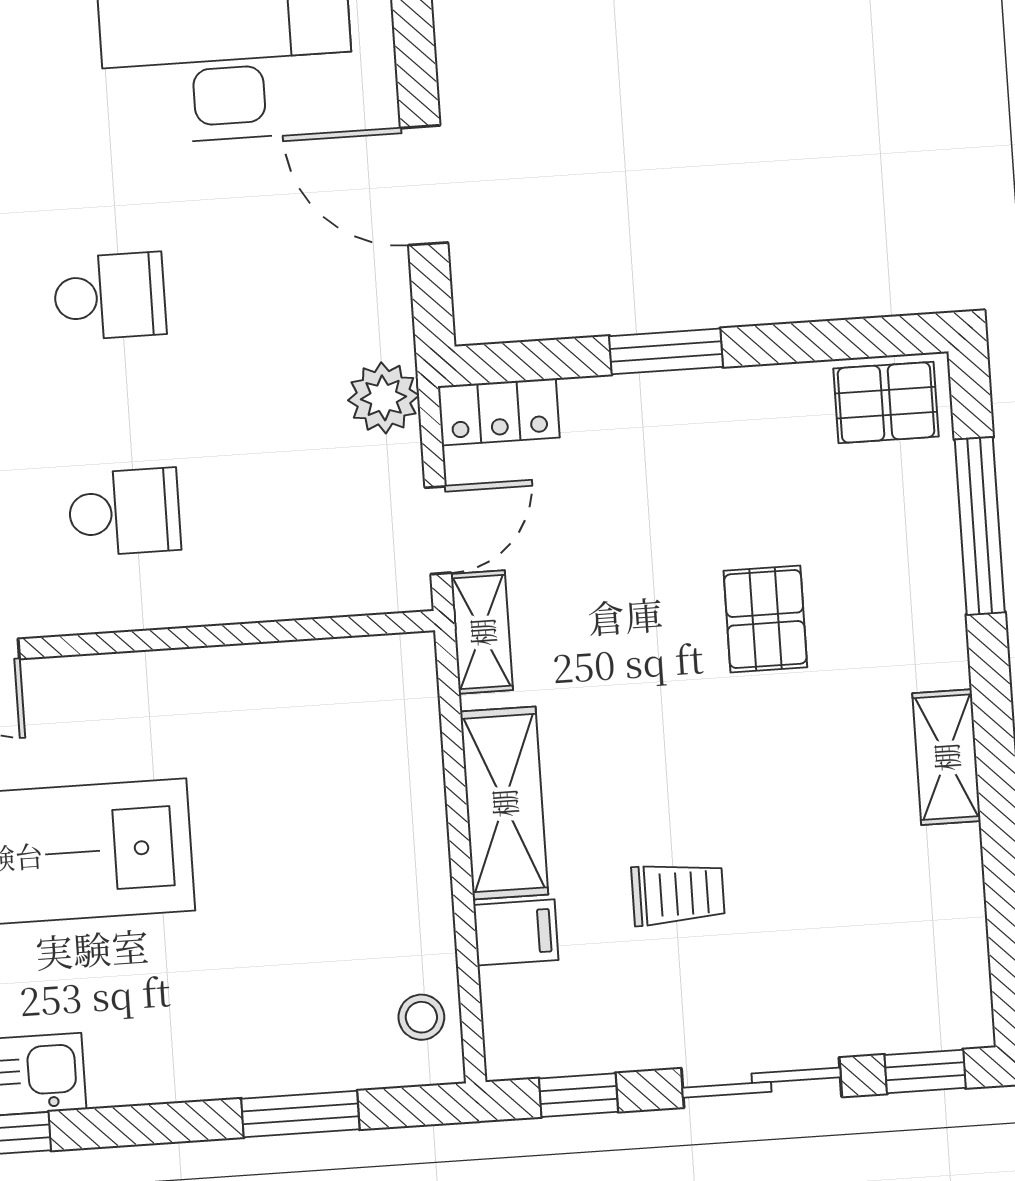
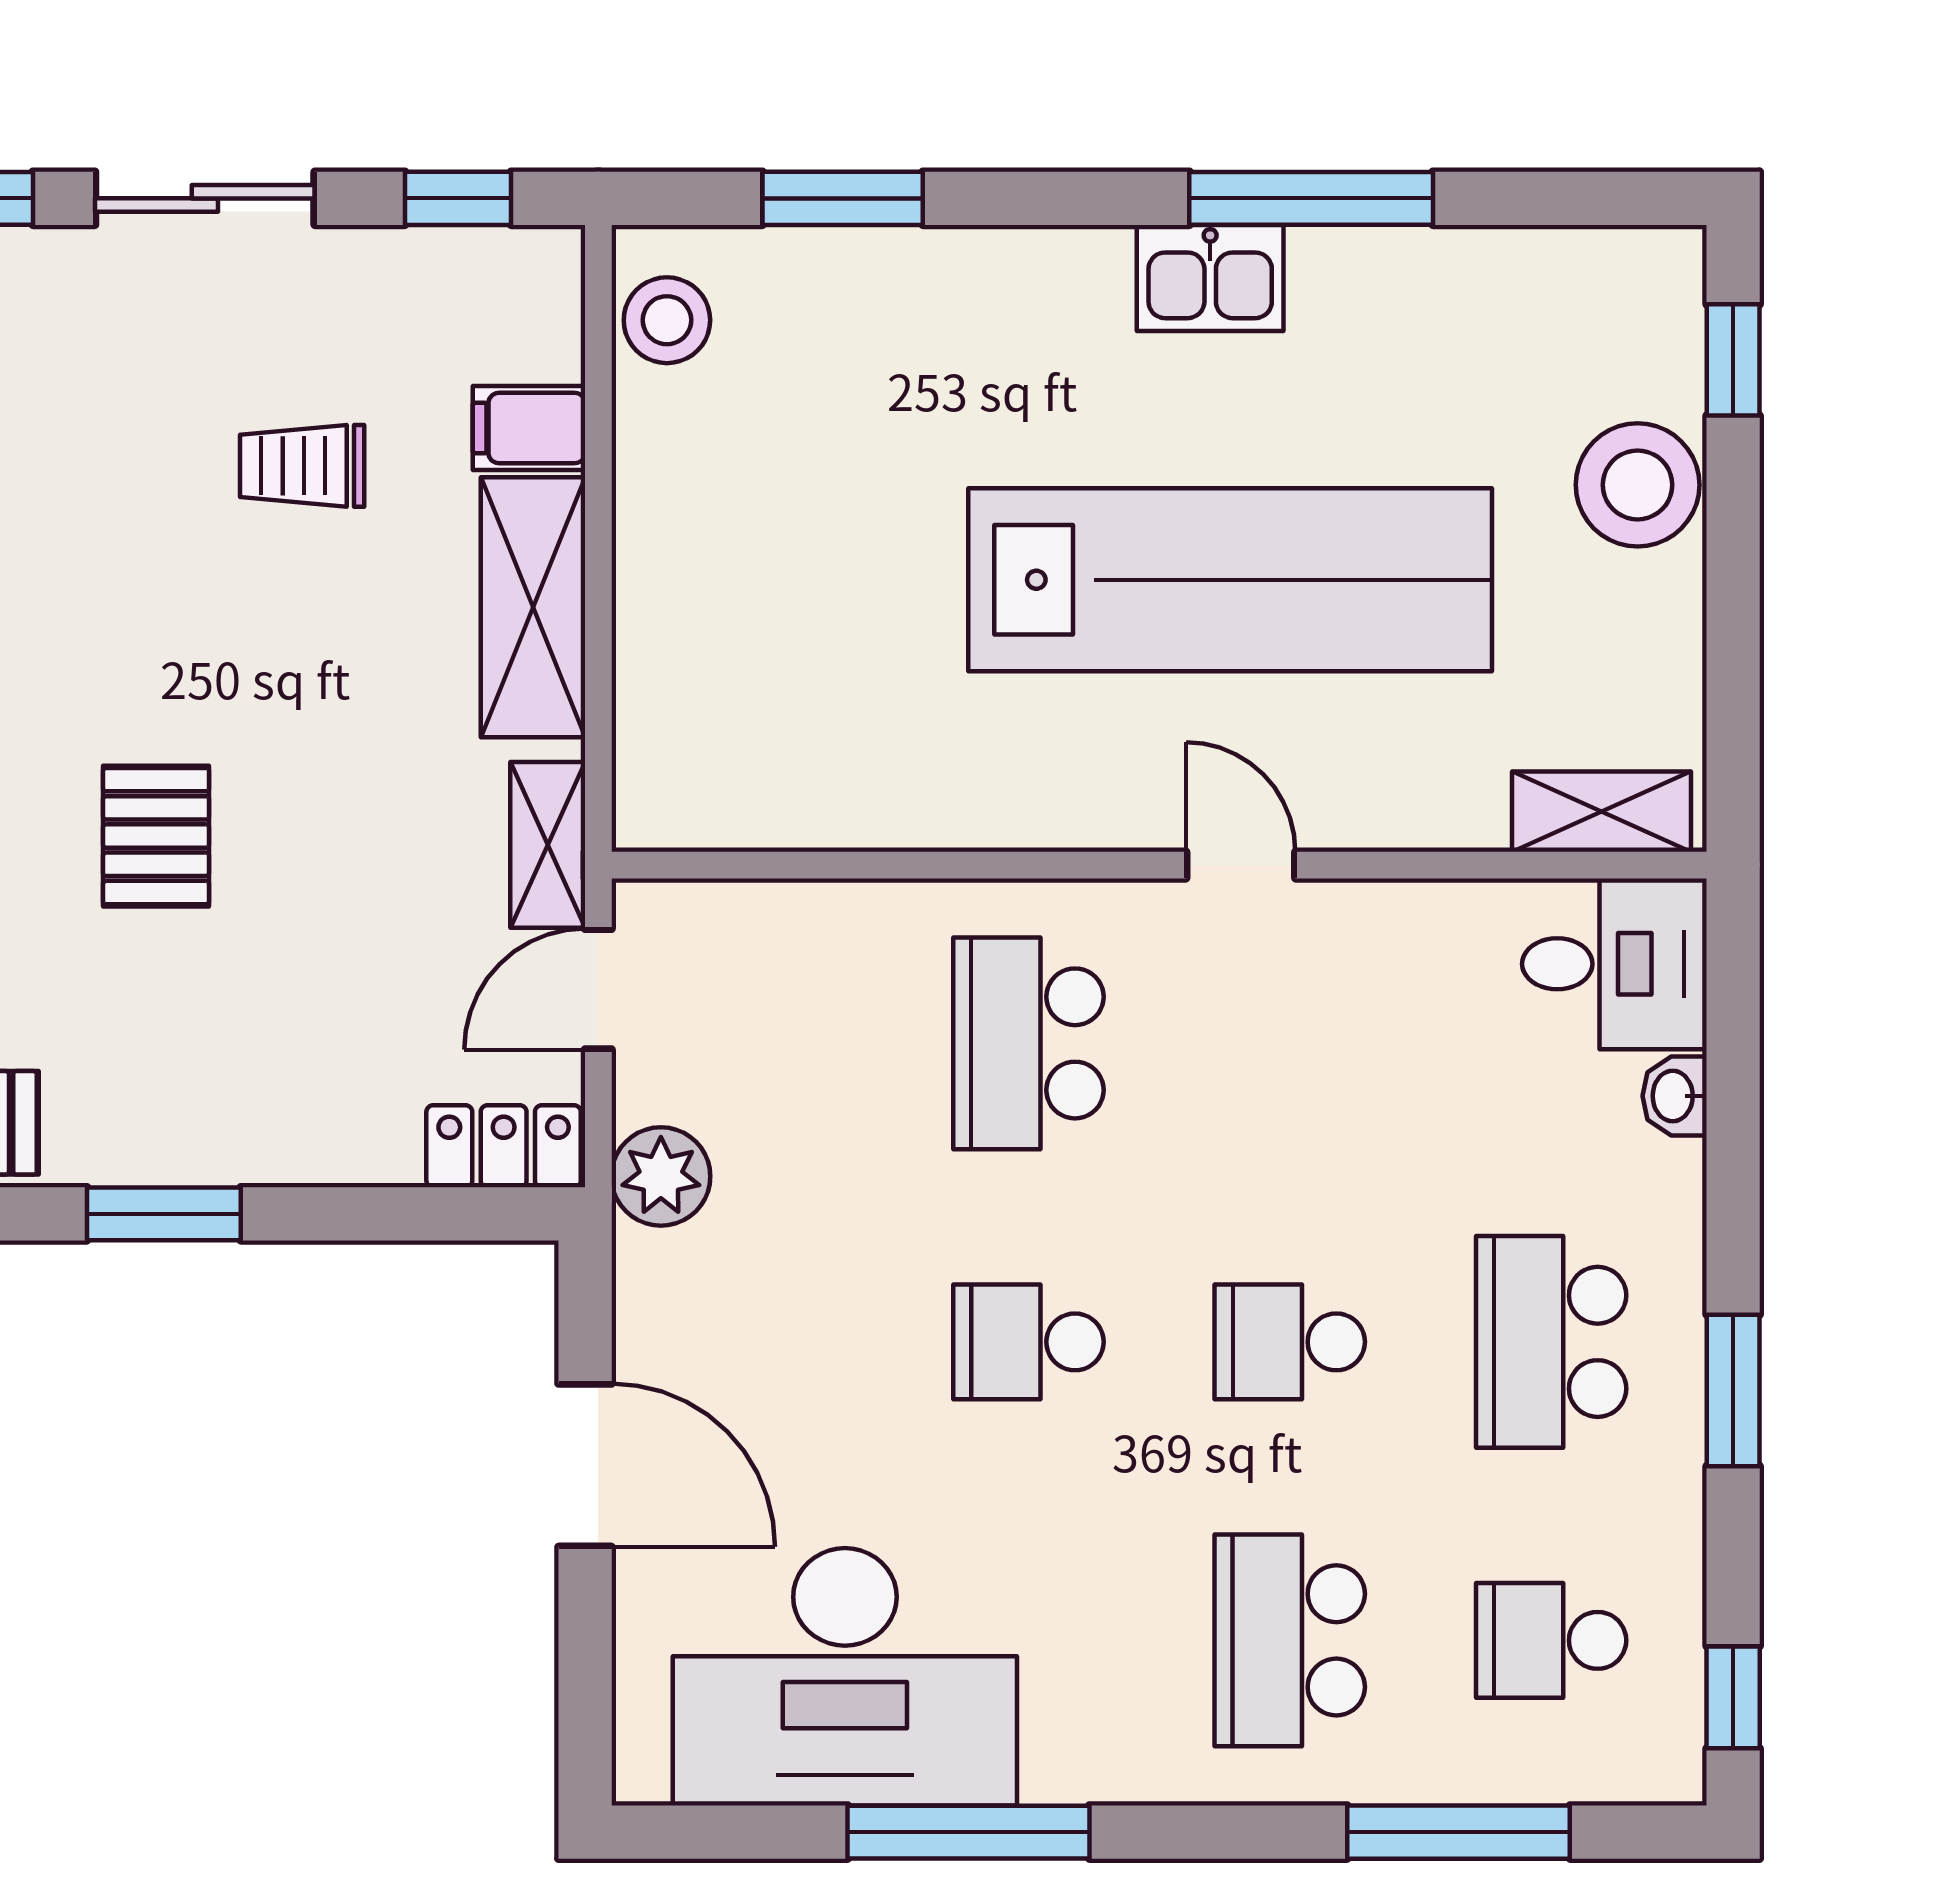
window: (666, 351) -> (164, 1214), moved
school desk: (124, 512) -> (1028, 1043), width x1.85
stool: (421, 1017) -> (667, 320), width x1.37, depth x1.37

